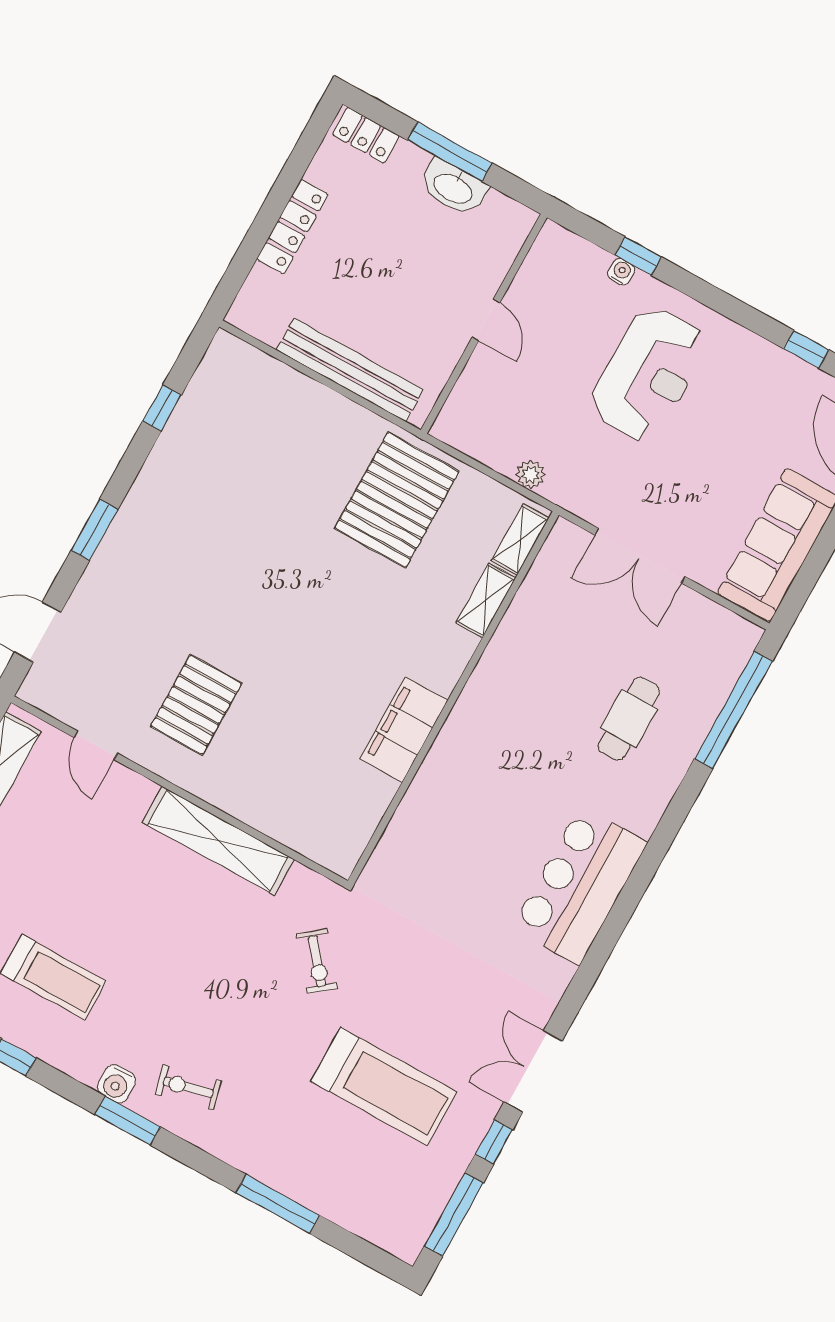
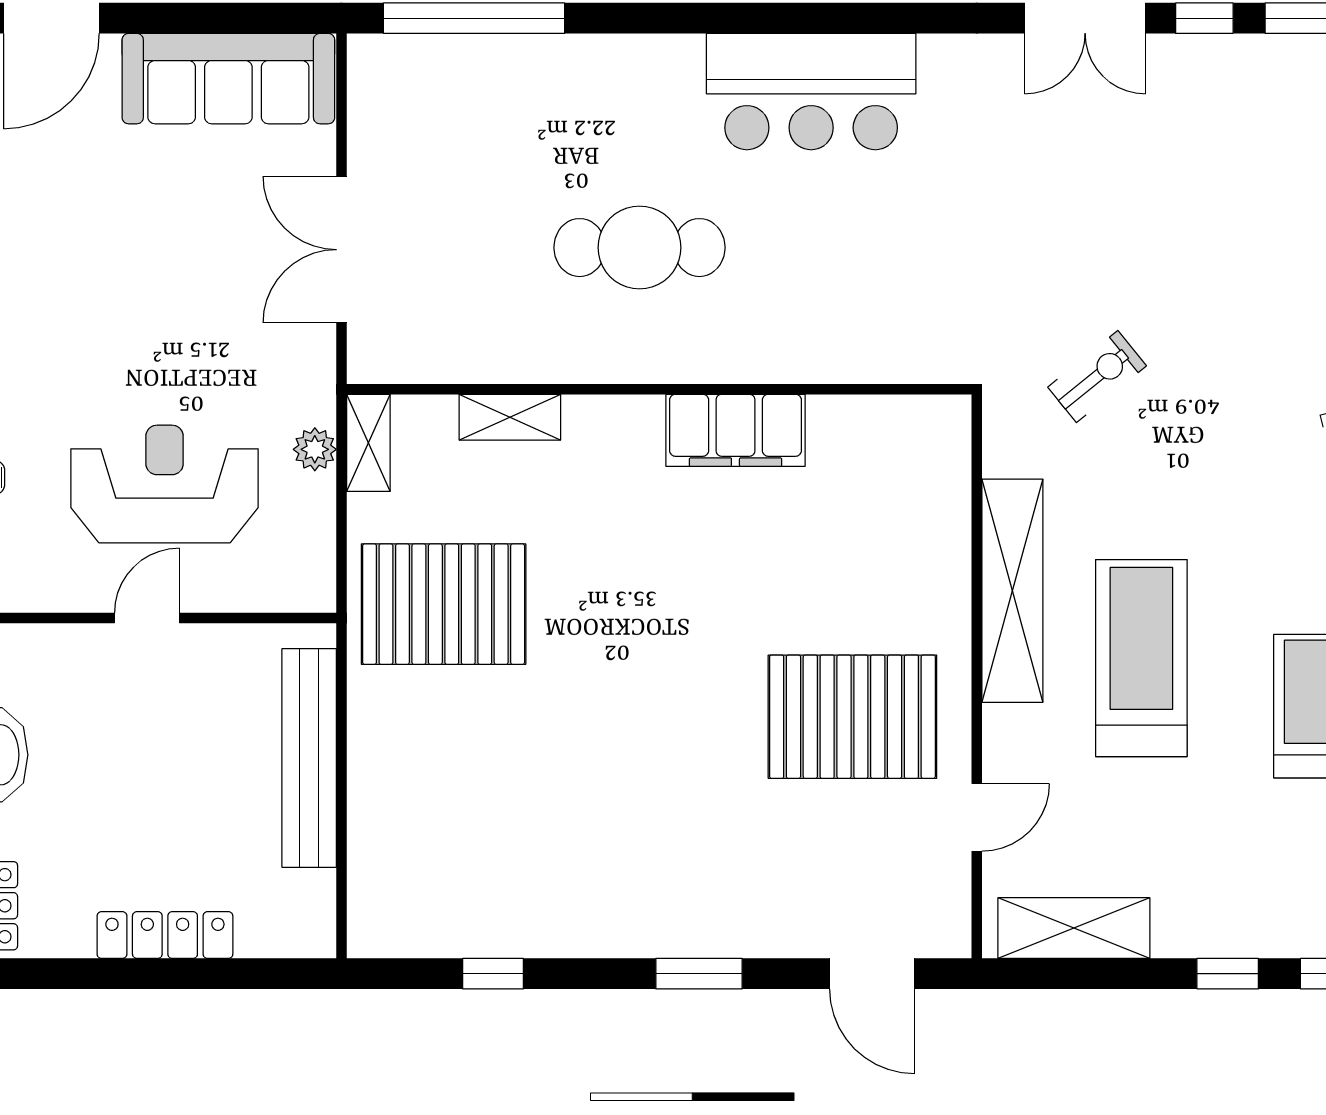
reception desk: (648, 374) -> (165, 484), moved
shelving: (520, 540) -> (368, 443), moved, turned 90
double door: (640, 556) -> (341, 250), swing flipped
pallet: (196, 705) -> (852, 717), width x1.37, depth x1.41
cafe table: (629, 719) -> (639, 248), moved, width x1.37, depth x1.35
treadmill: (384, 1087) -> (1141, 658), moved

